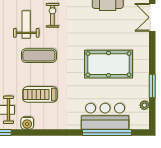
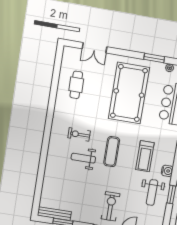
pool table: (108, 64) -> (129, 93), width x1.36, depth x1.32

